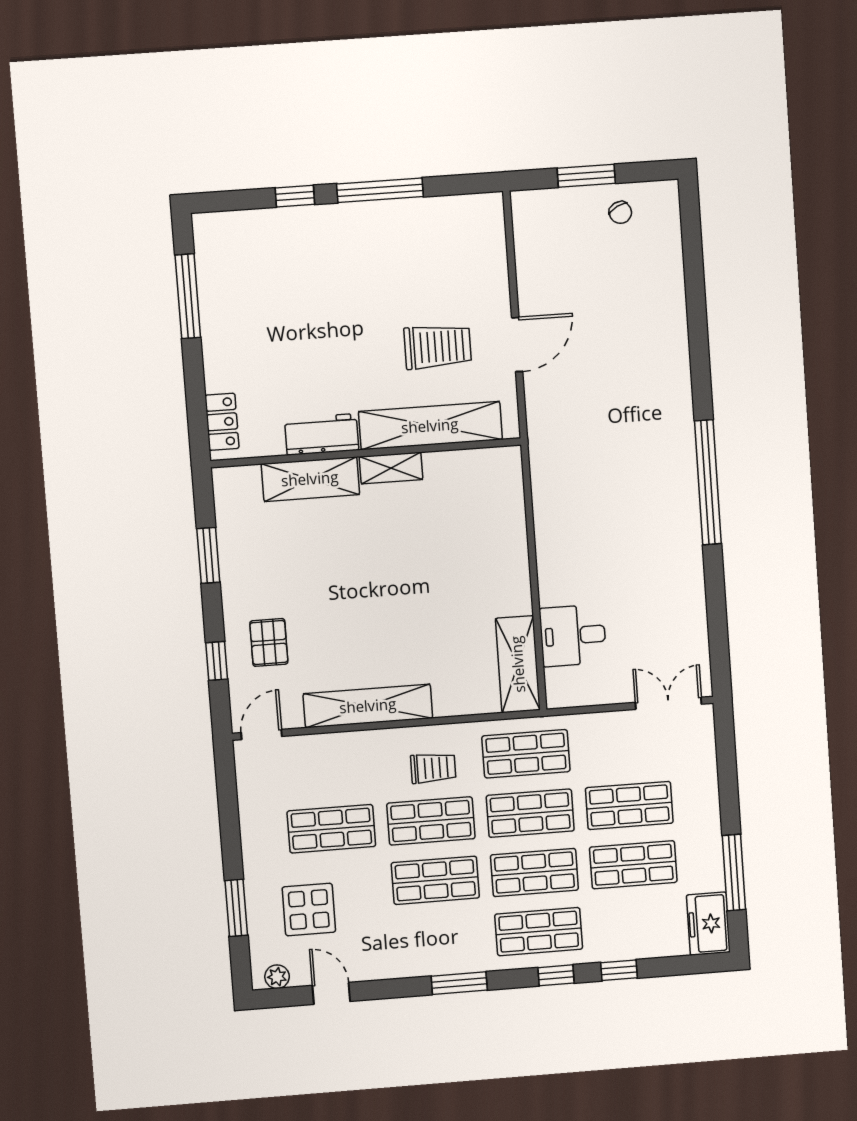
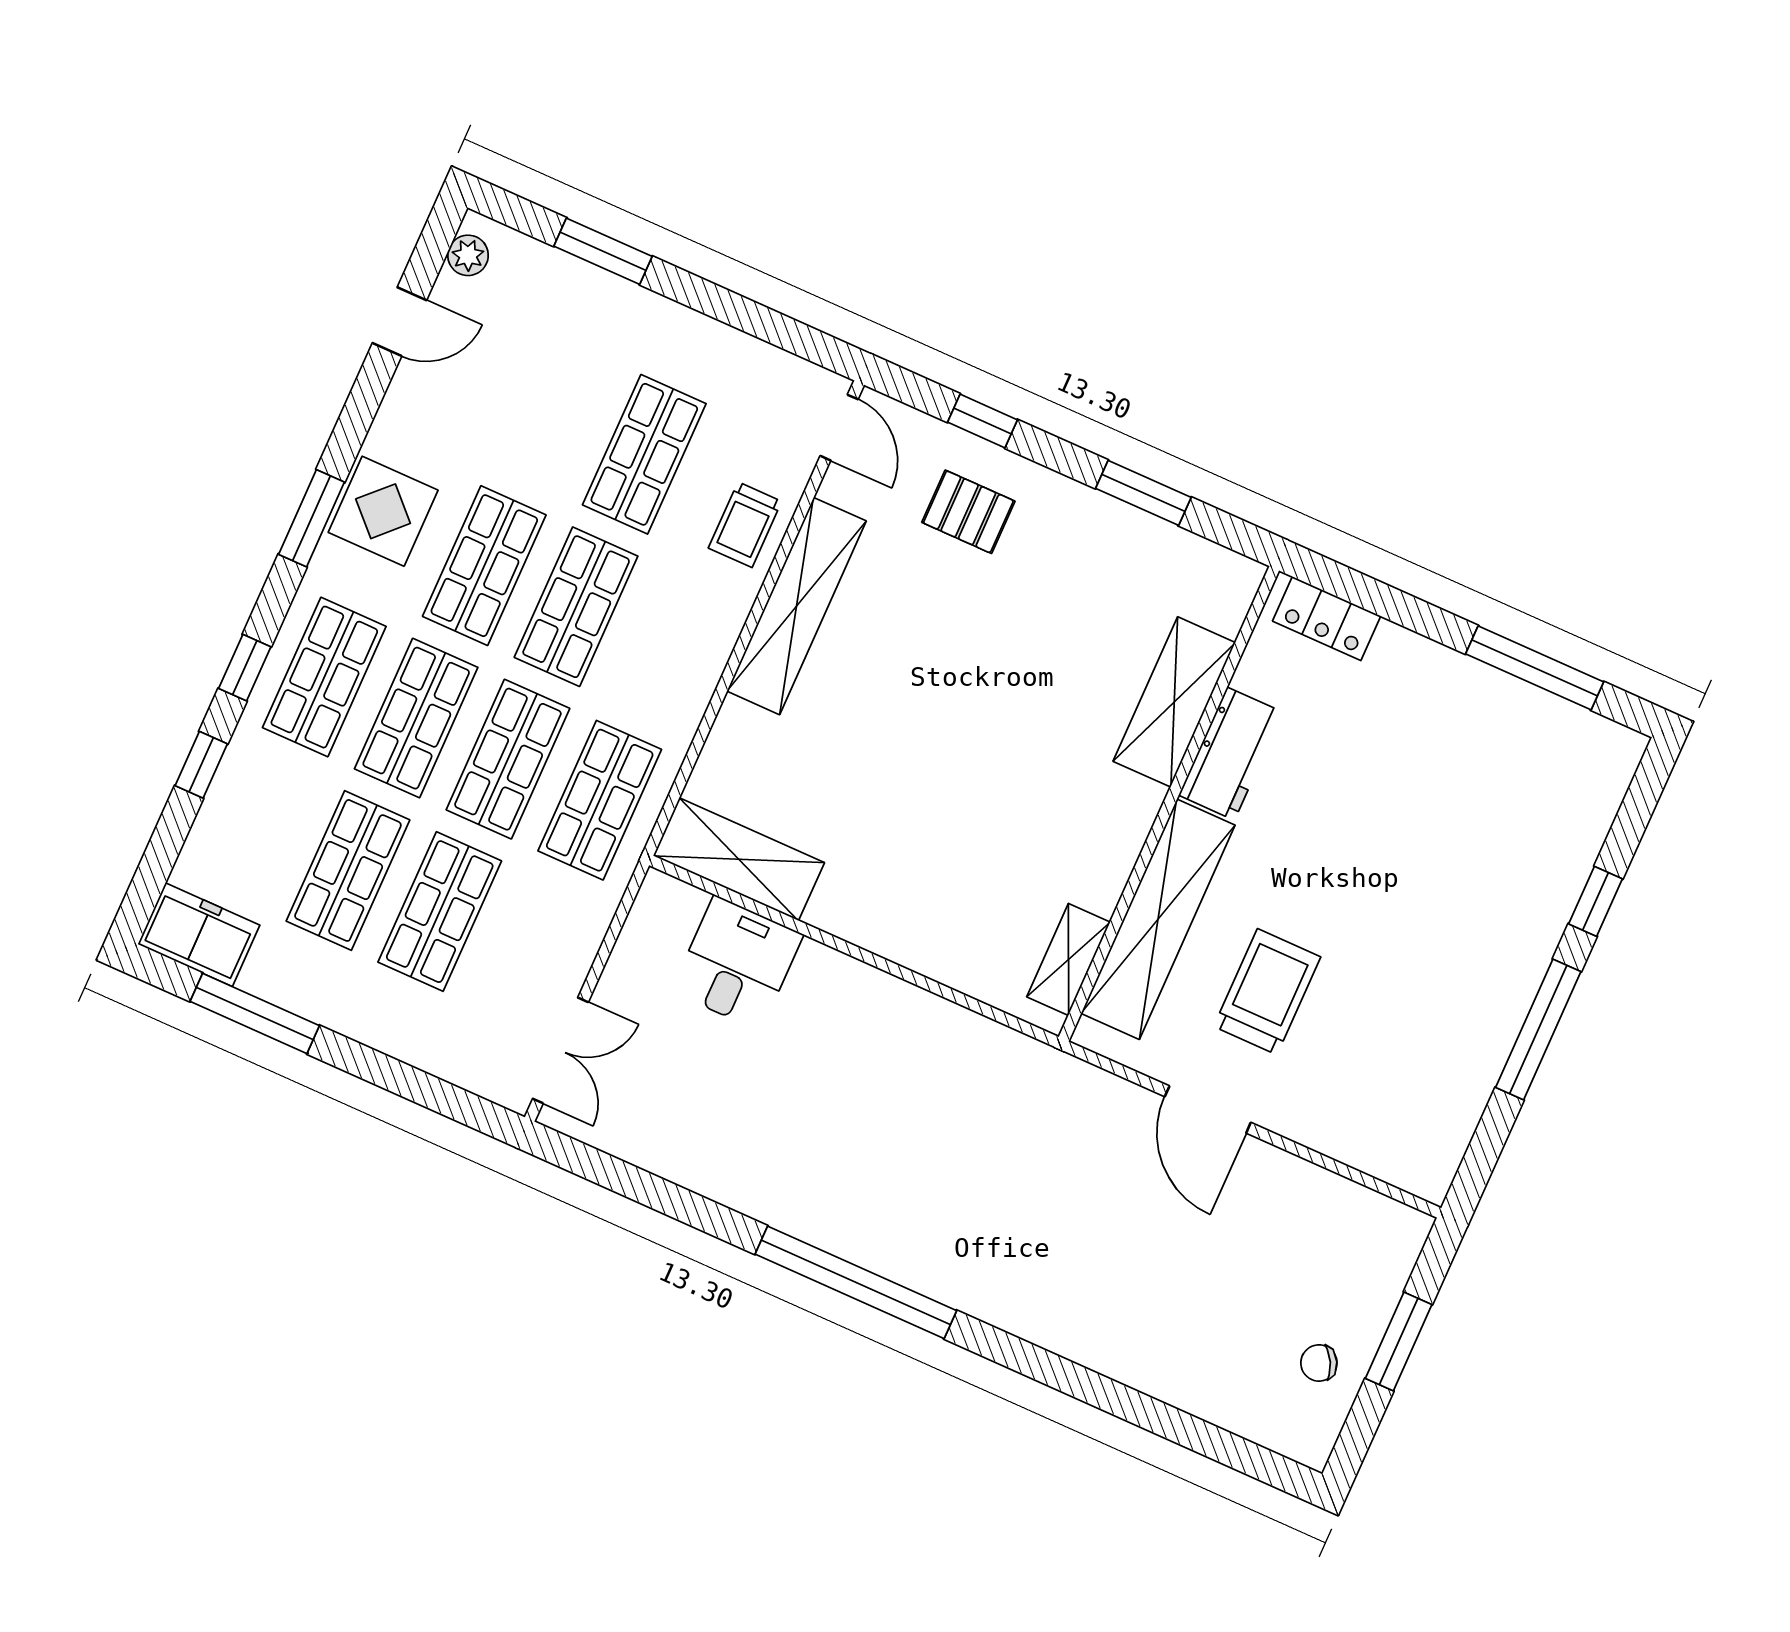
trolley: (438, 347) -> (1267, 992), turned 180
shelving: (391, 468) -> (1068, 959), moved
trolley: (433, 768) -> (745, 525), moved
display table: (309, 910) -> (383, 511), moved

